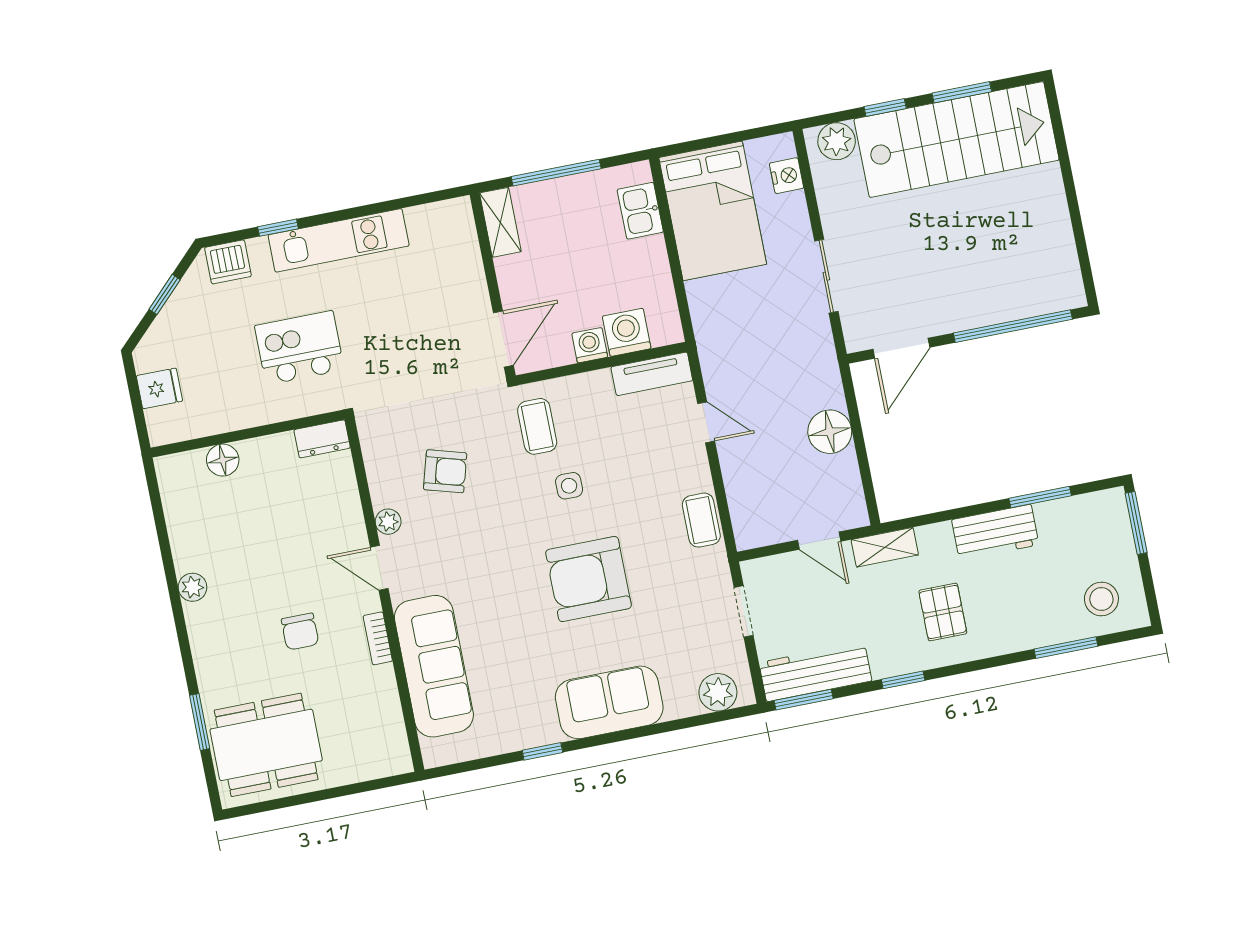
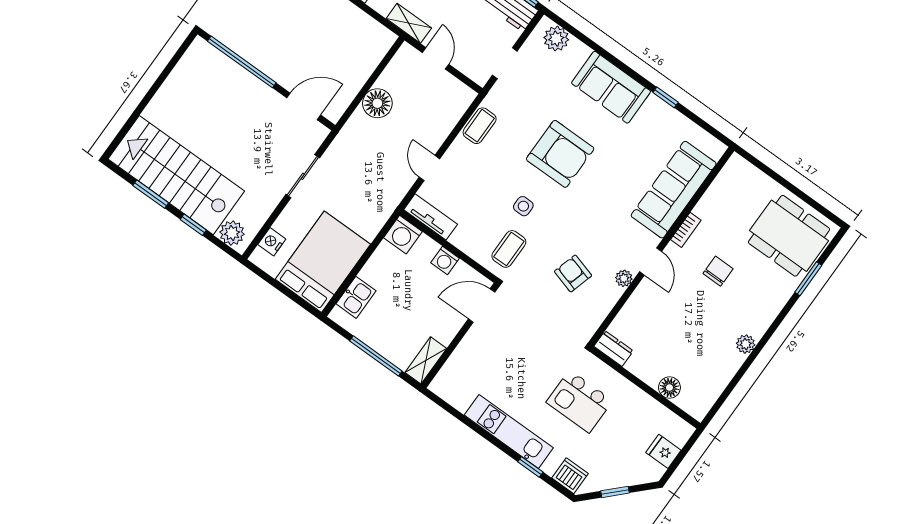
washing machine: (627, 332) -> (403, 235), moved

